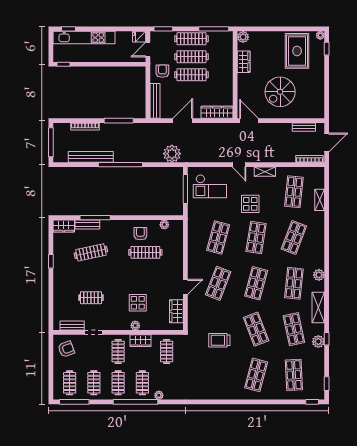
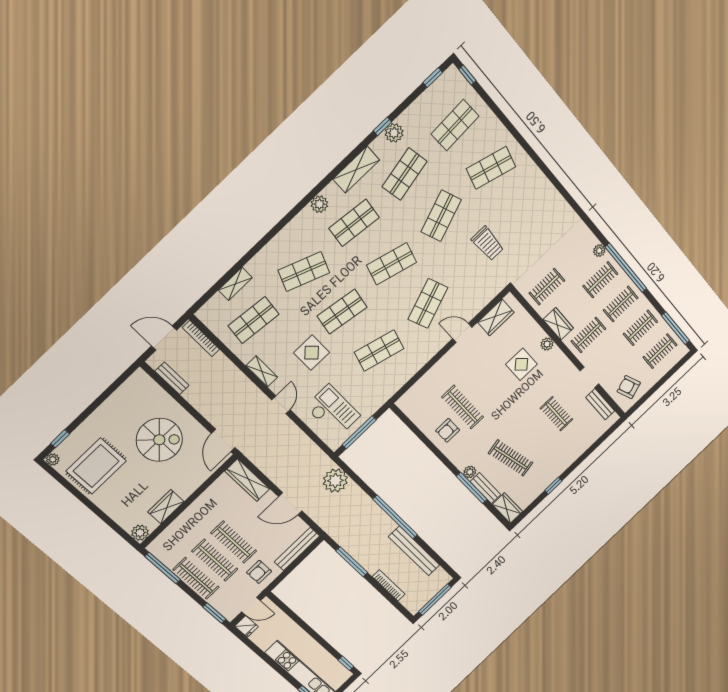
plant: (164, 225) -> (470, 472), moved
shop shelf: (218, 283) -> (428, 303), turned -42

